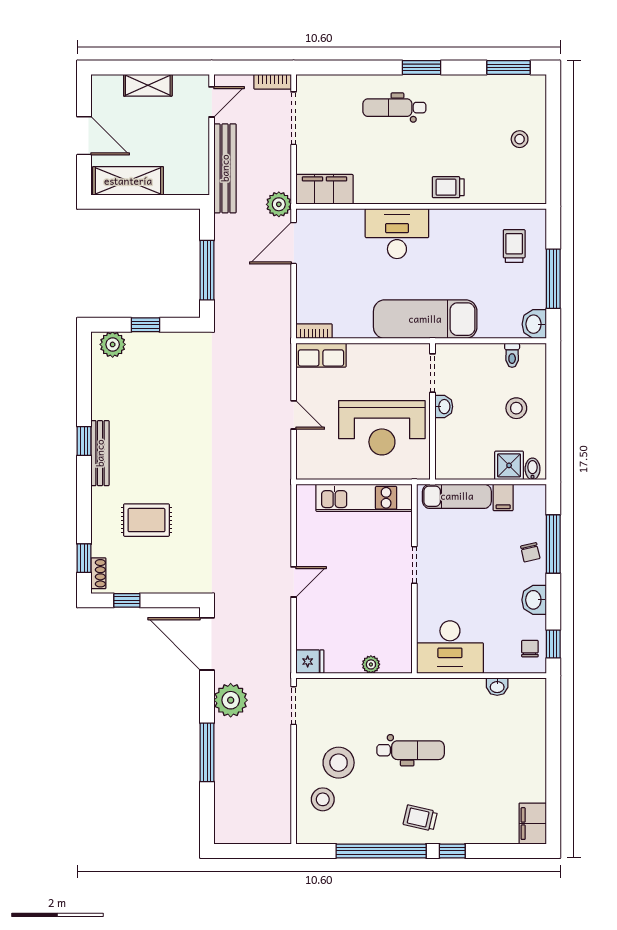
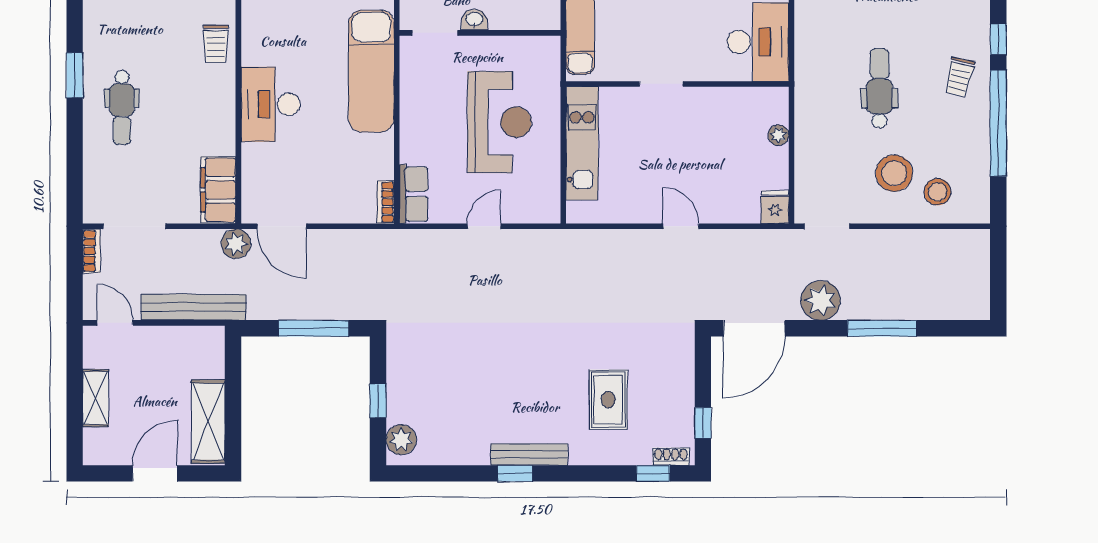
doorway: (433, 373) -> (435, 33), moved
washbasin: (444, 407) -> (474, 20), moved
wall: (433, 411) -> (480, 33), moved

